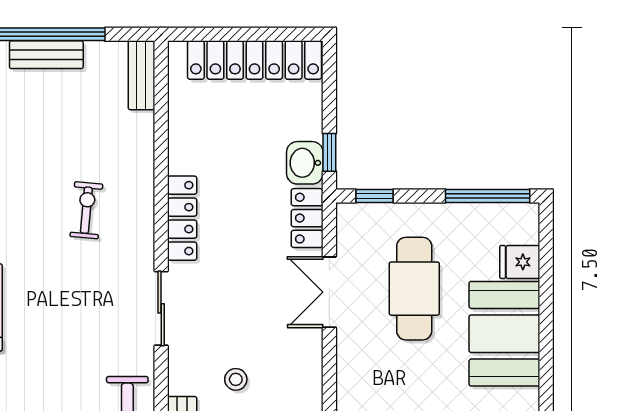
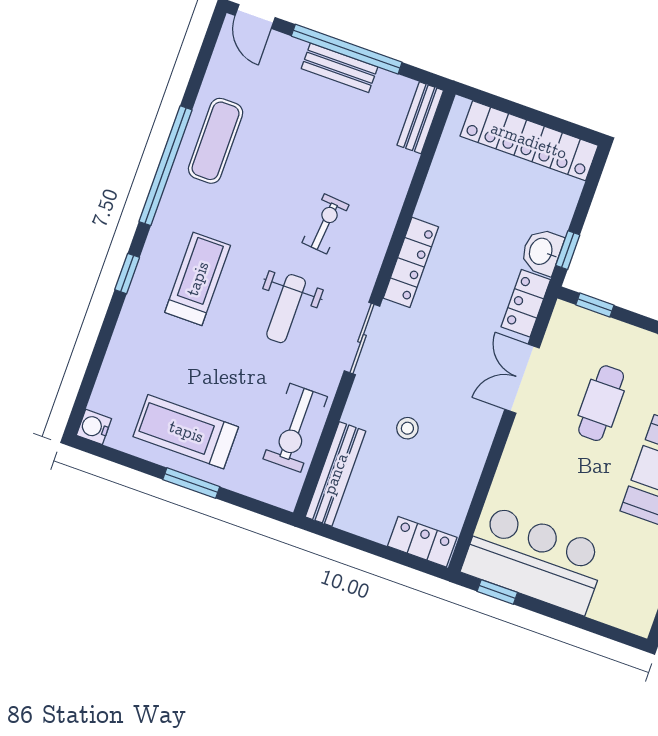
cafe table: (414, 289) -> (601, 403), width x0.73, depth x0.74
weight bench: (78, 306) -> (286, 309), added

